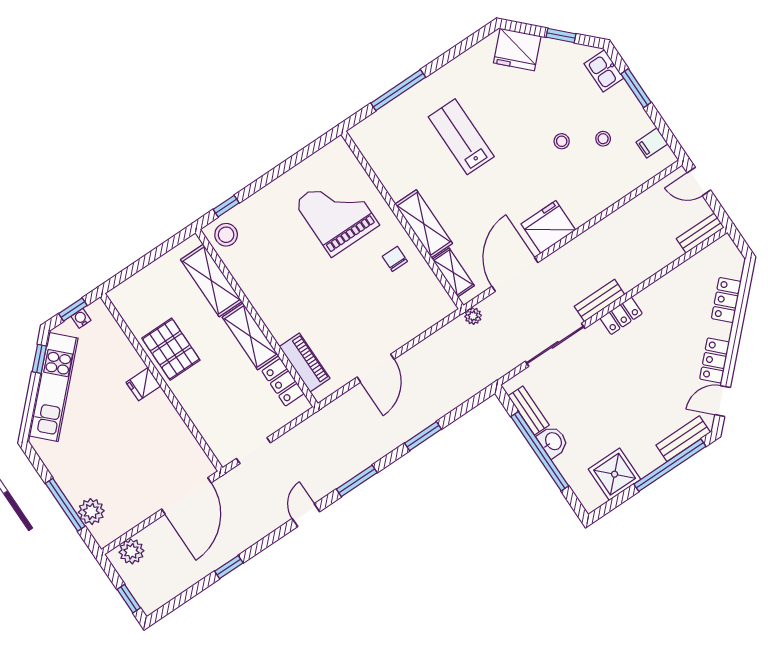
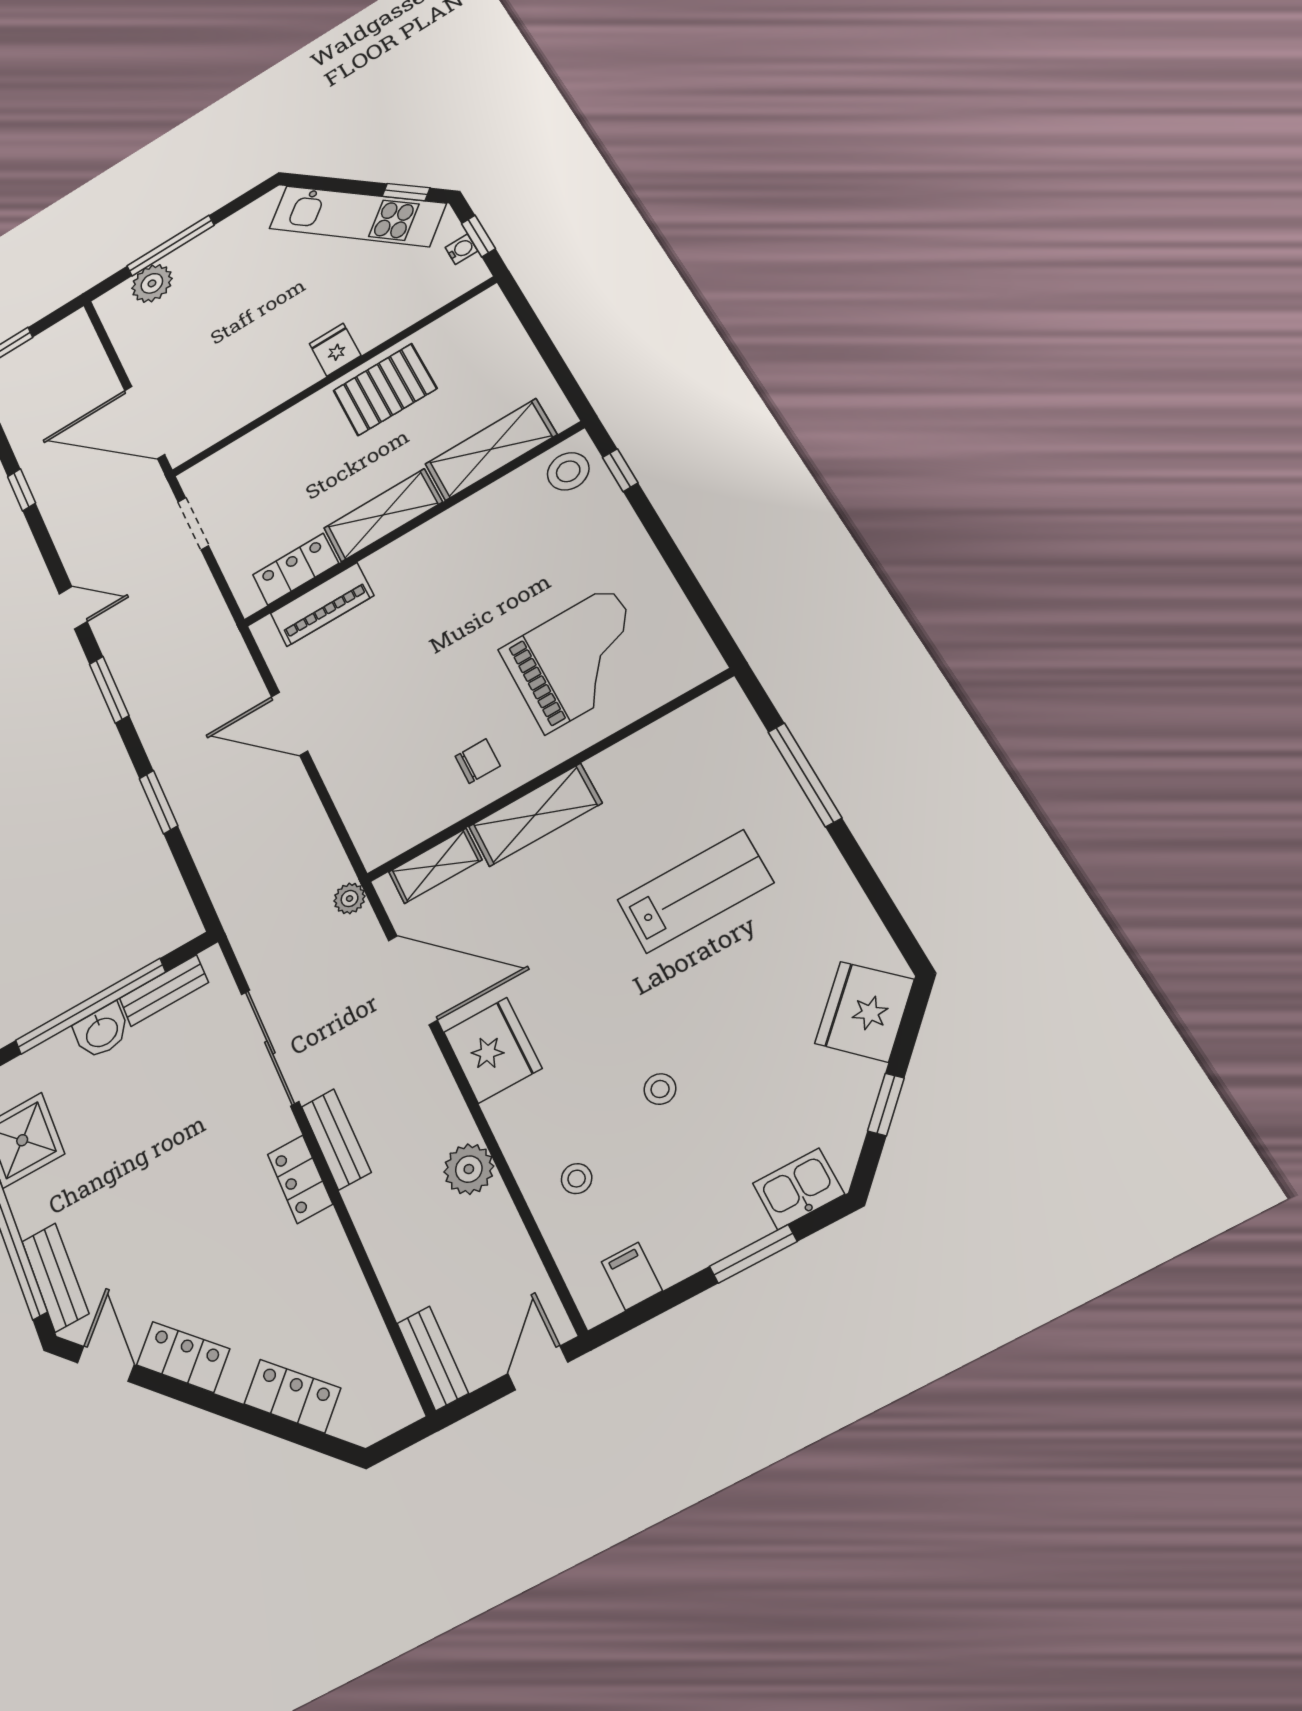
stool: (603, 139) -> (577, 1179), moved
plant: (131, 551) -> (469, 1169), moved

